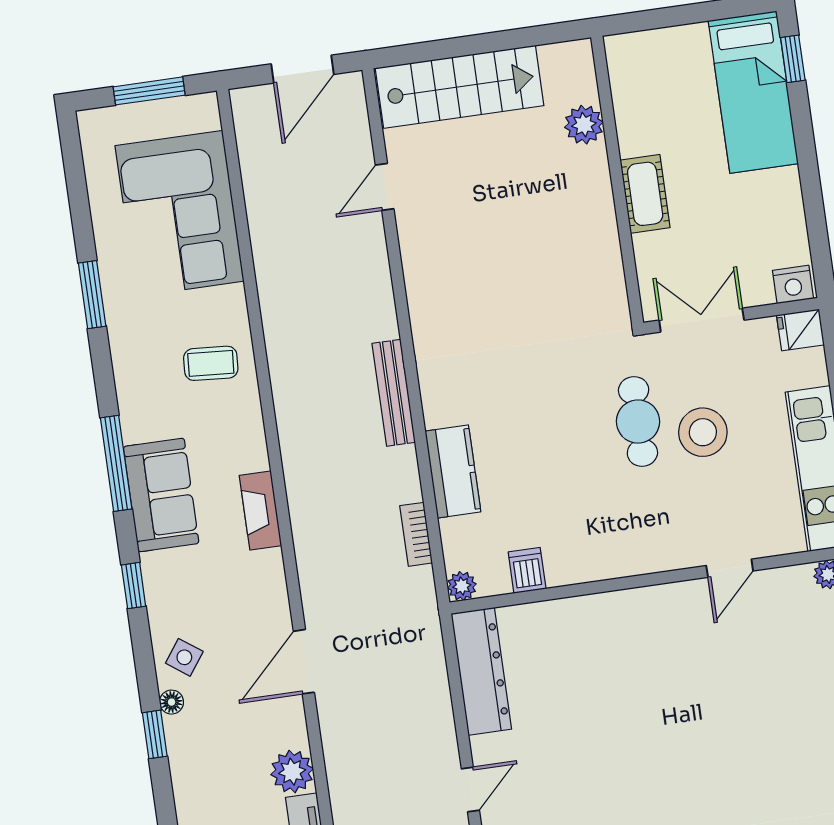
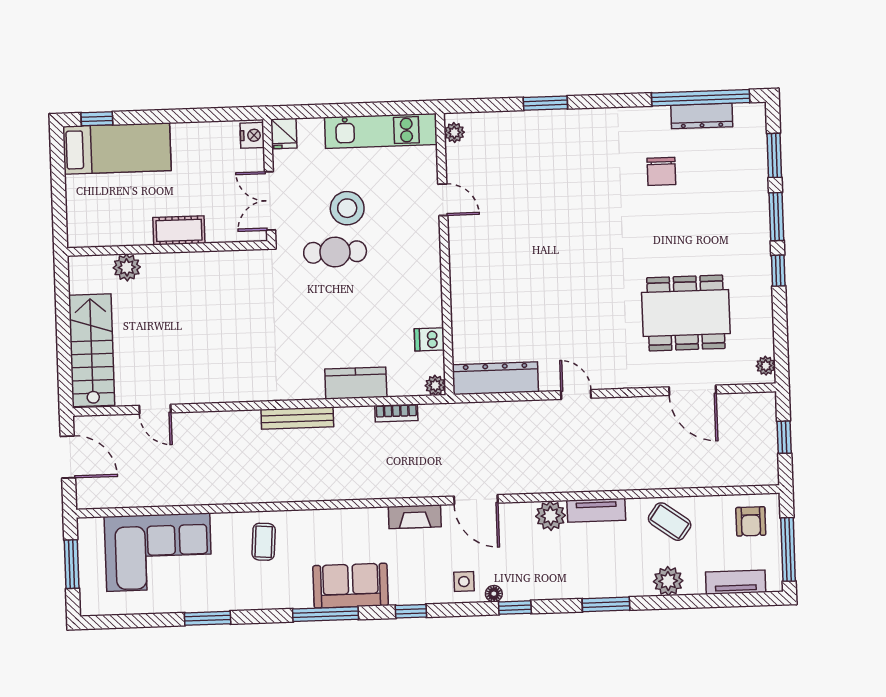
fireplace: (260, 510) -> (415, 517), moved
side table: (184, 657) -> (464, 582), turned -36

